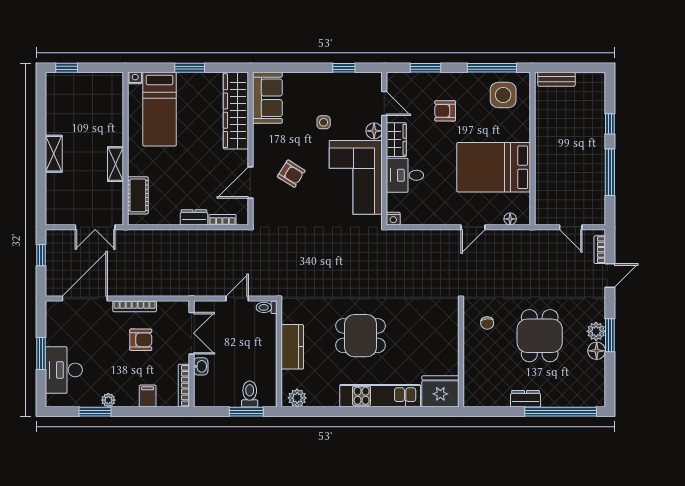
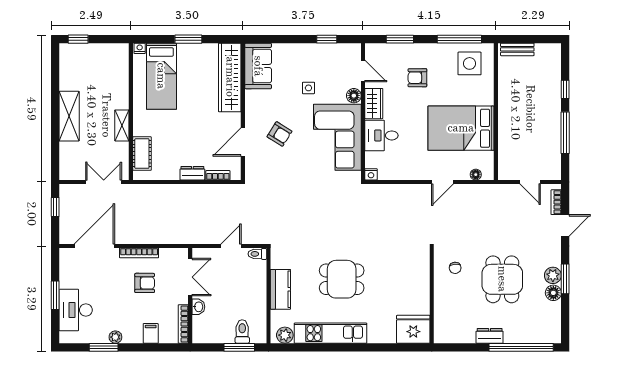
shelving: (54, 154) -> (69, 116), width x1.50, depth x1.33
double door: (95, 227) -> (104, 182), swing flipped
kitchen unit: (380, 396) -> (331, 333), moved

